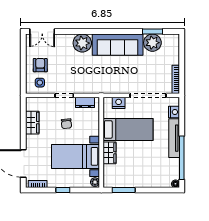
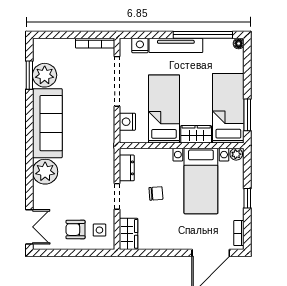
wardrobe: (32, 123) -> (129, 234), moved, turned 90
bed: (128, 176) -> (228, 108), added

